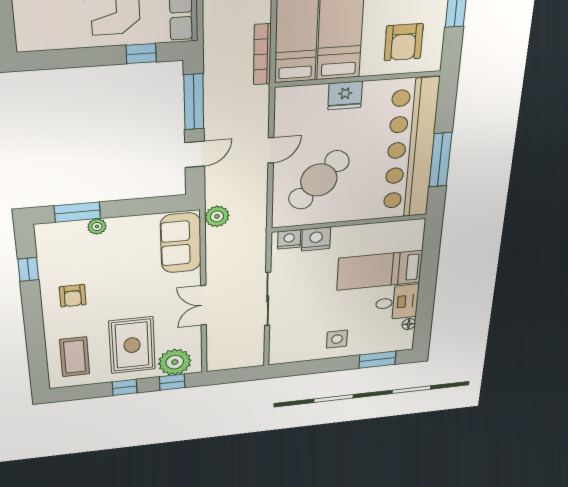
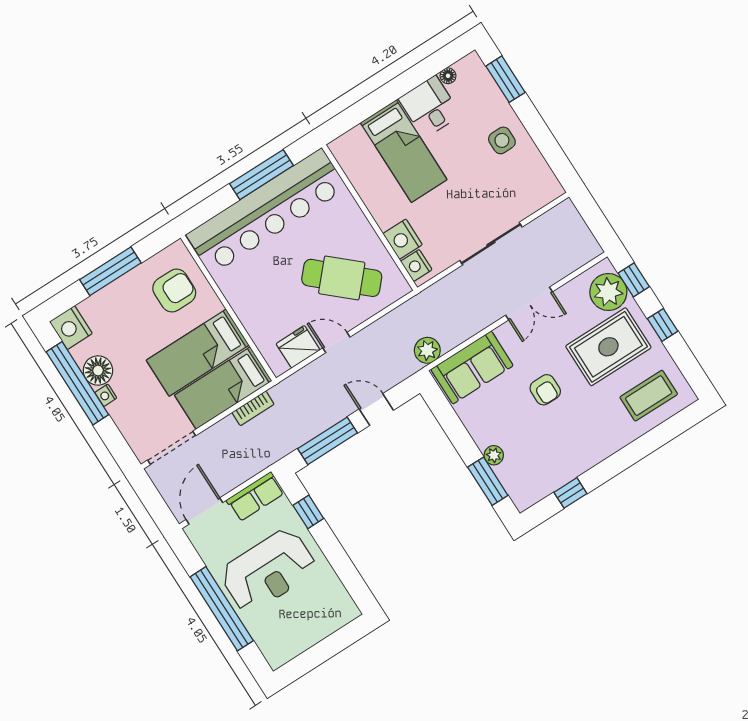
bookcase: (262, 54) -> (253, 408), width x0.64
fridge: (345, 95) -> (298, 347), moved, turned -90
armchair: (73, 296) -> (545, 390), moved, turned 90

